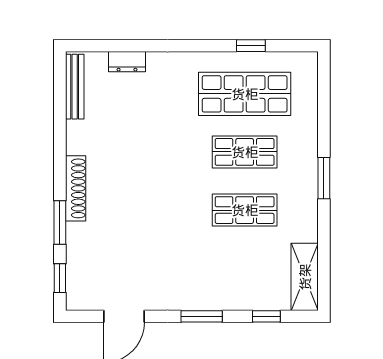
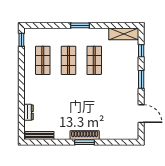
window: (251, 46) -> (21, 40), moved
shop shelf: (245, 94) -> (43, 60), width x0.70, depth x0.74
window: (60, 222) -> (84, 142), moved
window: (60, 278) -> (124, 142), removed

